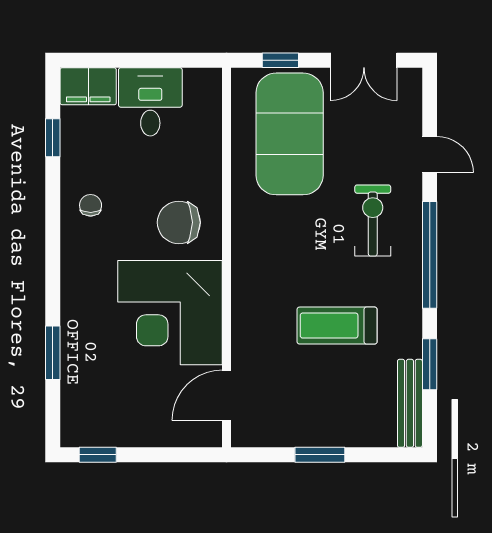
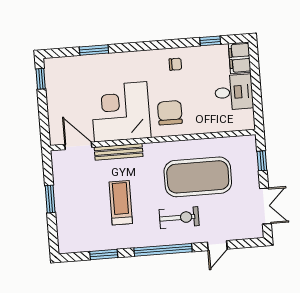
double door: (364, 60) -> (265, 206), swing flipped
exercise mat: (290, 134) -> (198, 177), moved
bench: (410, 403) -> (119, 152), moved

